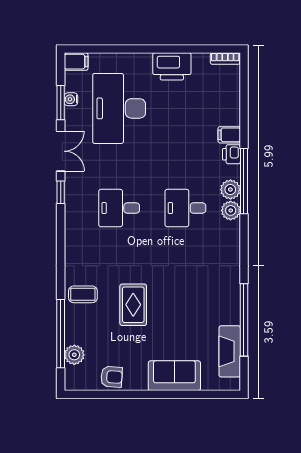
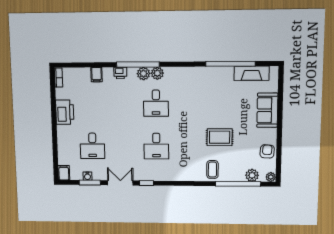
desk: (119, 108) -> (92, 146), width x0.53, depth x0.77
filing cabinet: (229, 135) -> (97, 75), moved
plant: (72, 383) -> (271, 177), added

